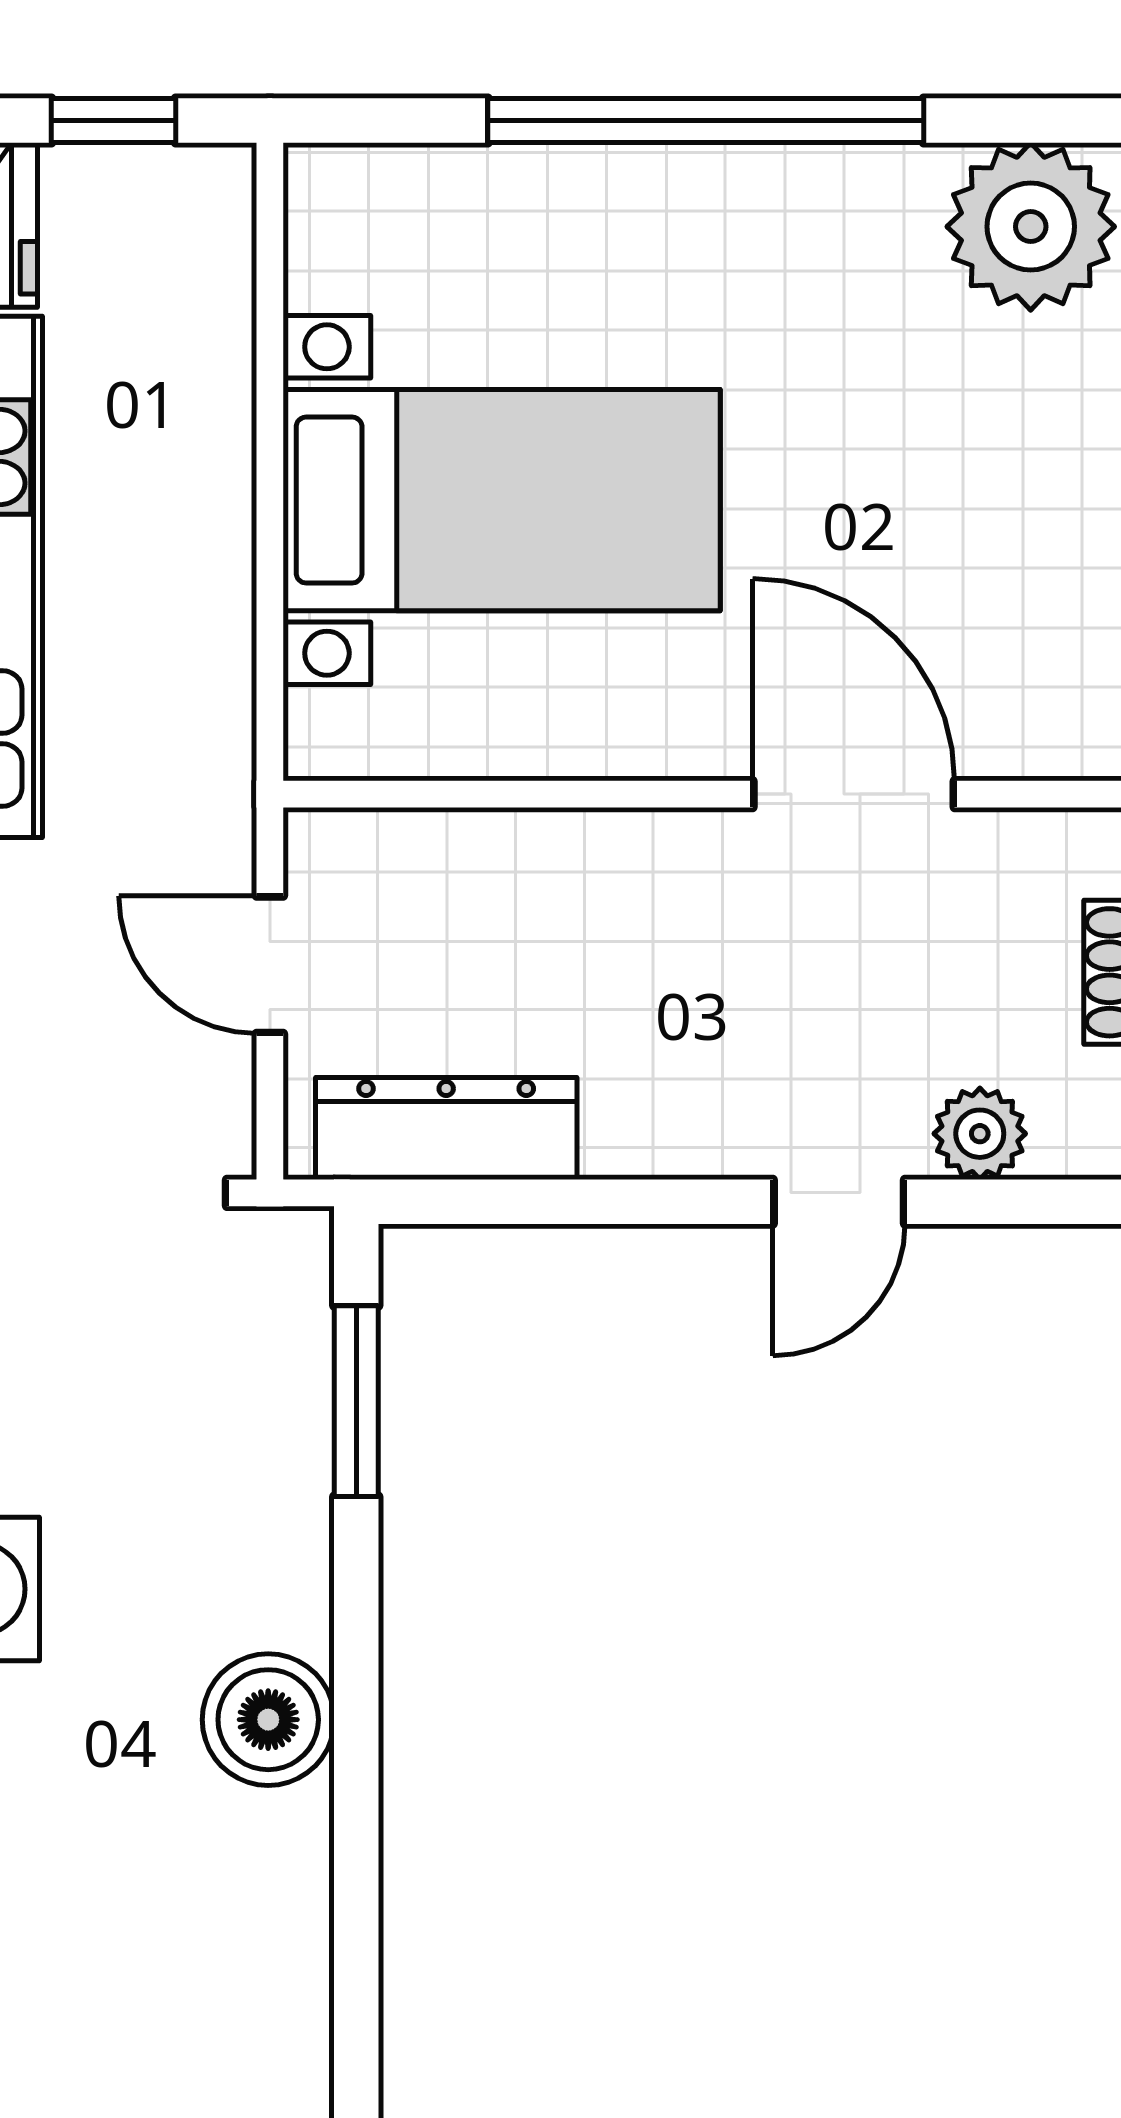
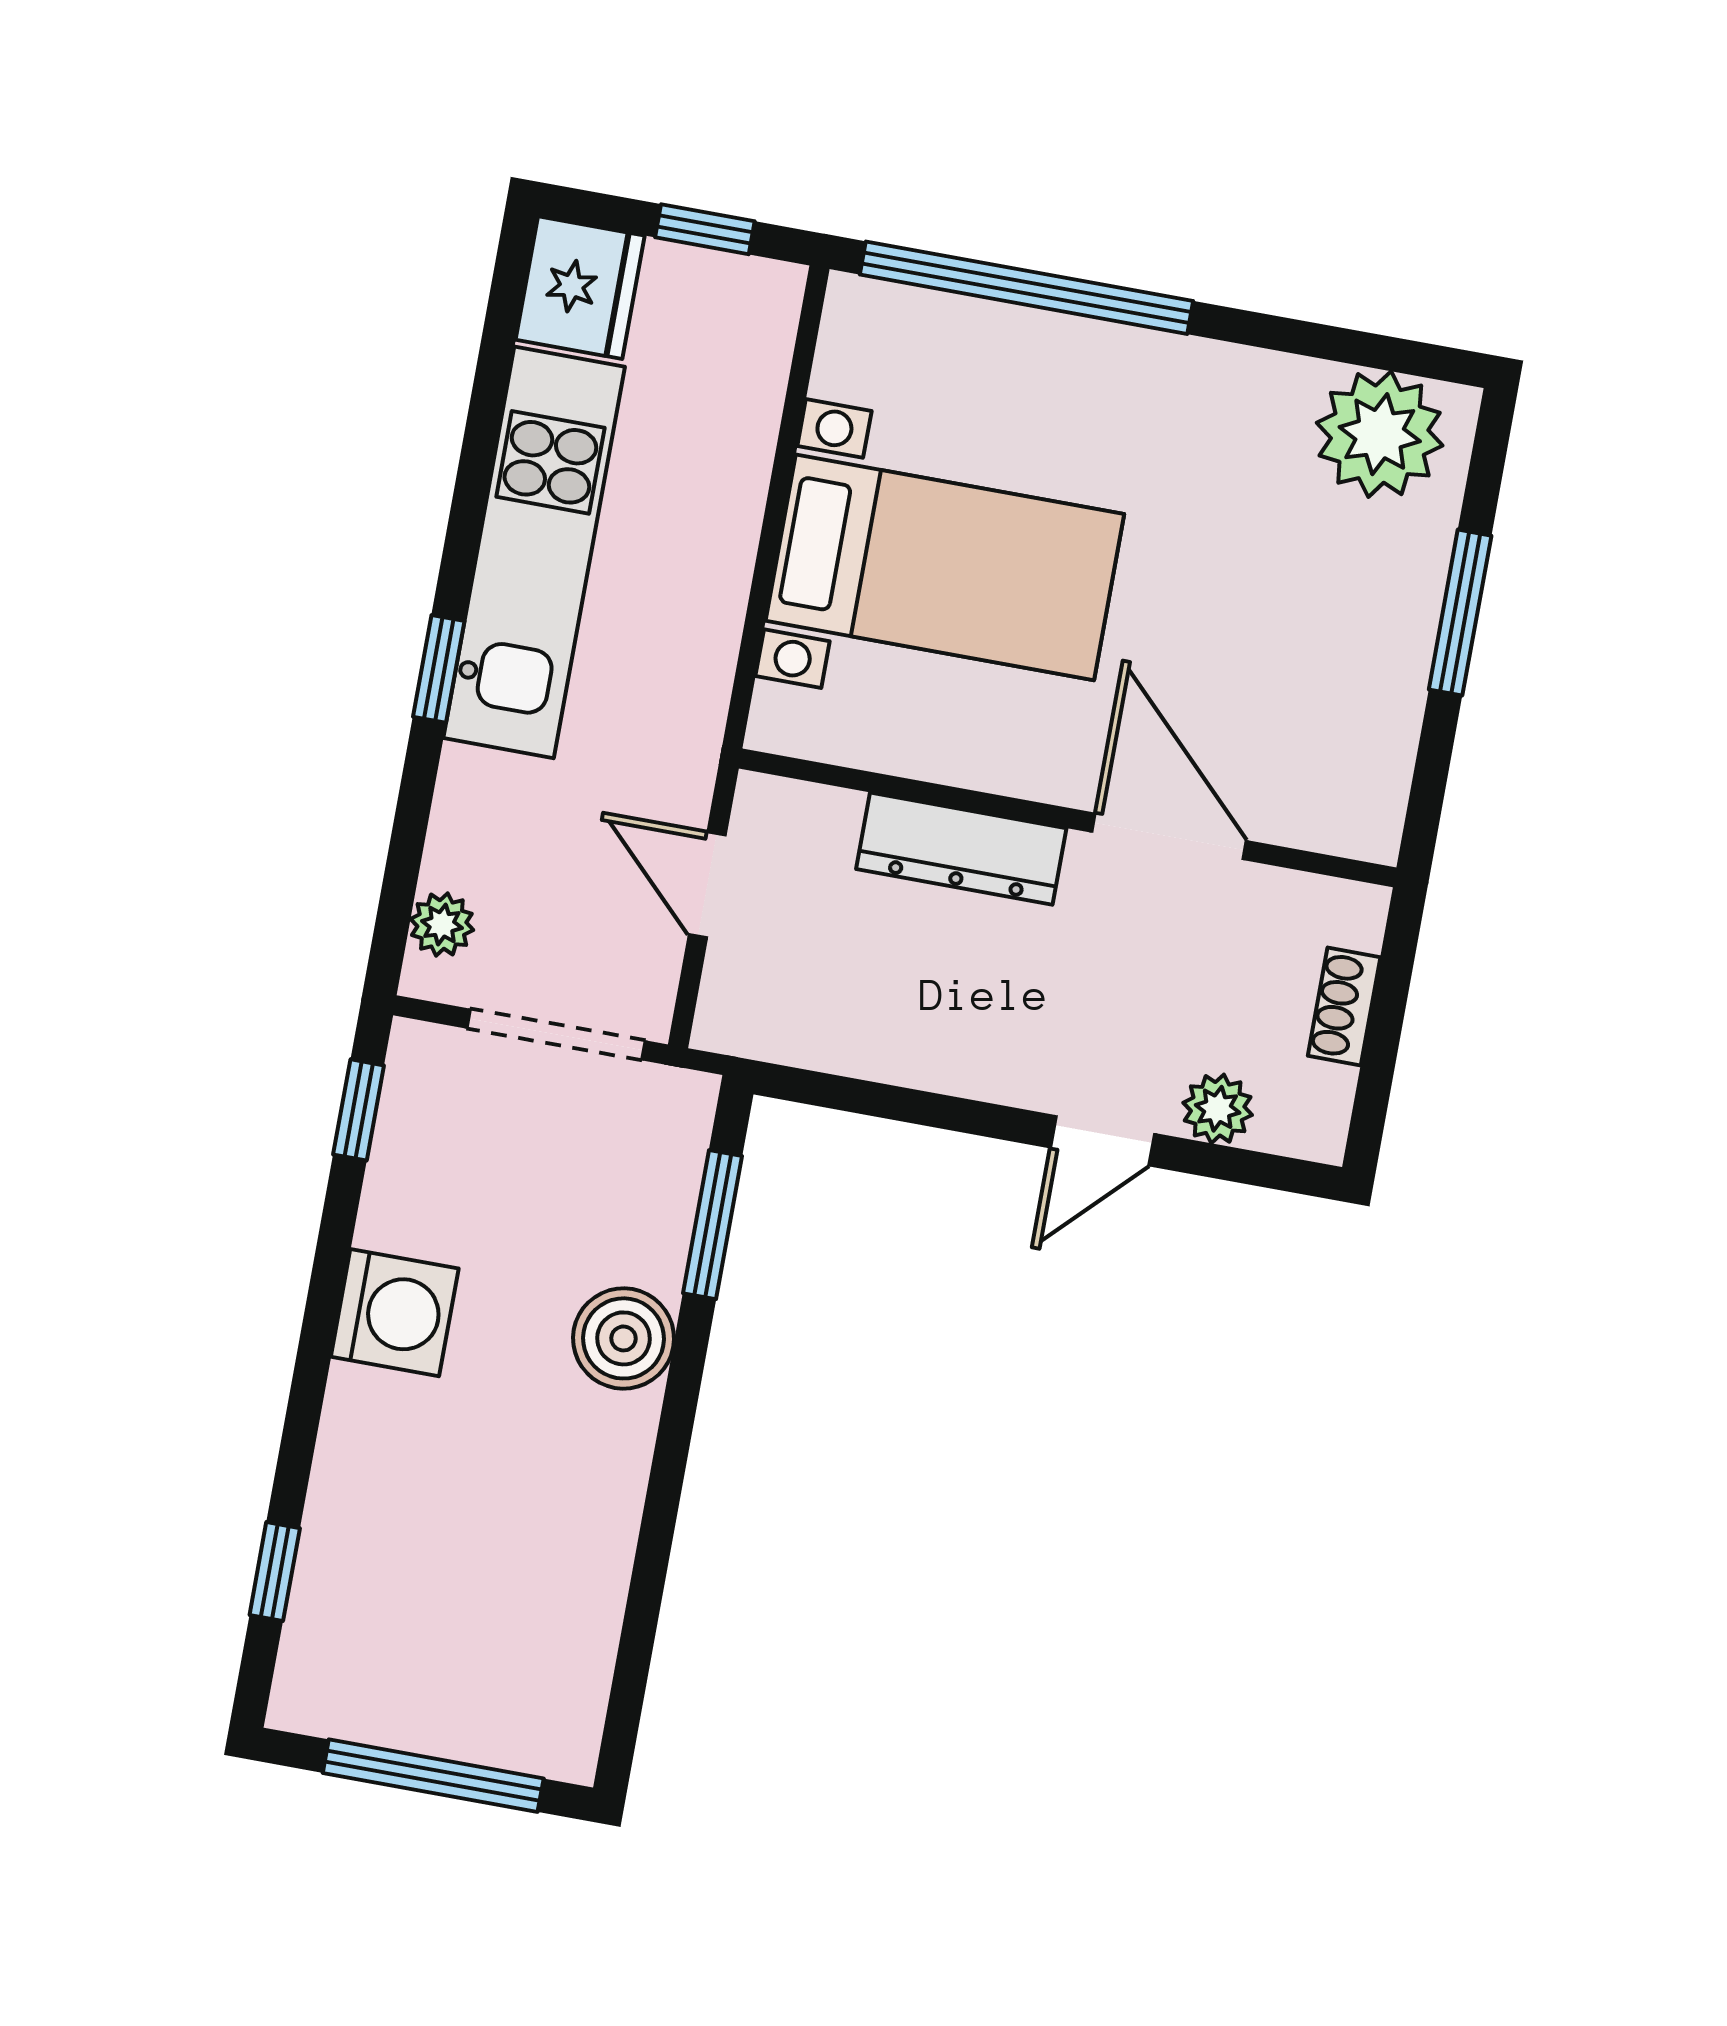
window: (706, 121) -> (1026, 288), moved
dresser: (446, 1128) -> (961, 849), moved, turned 180
boiler: (268, 1720) -> (624, 1338), moved

